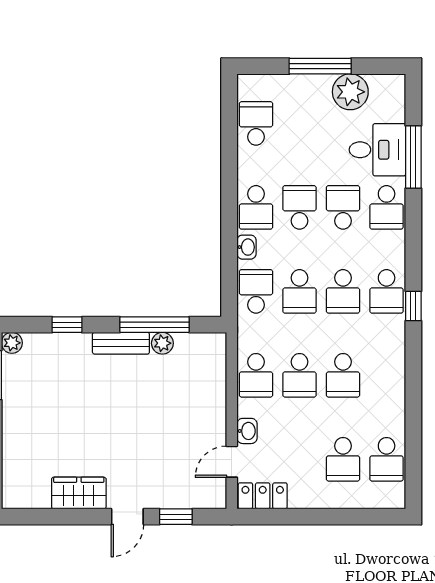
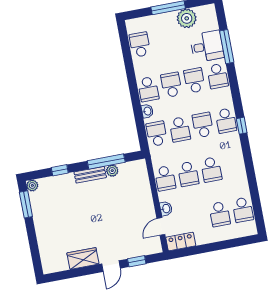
school desk: (343, 291) -> (203, 125), turned 180

